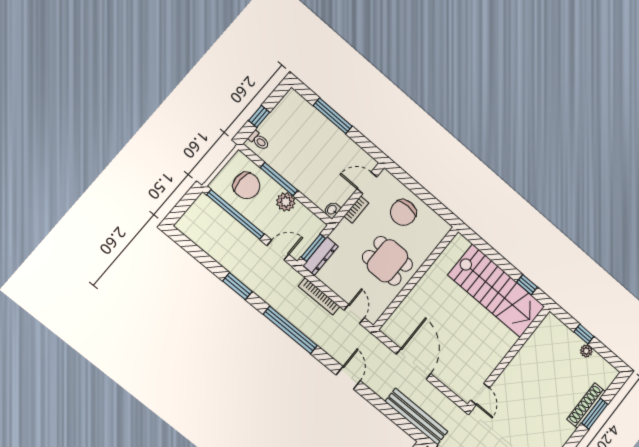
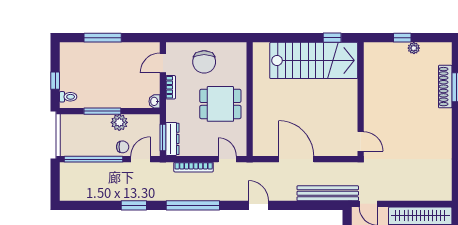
chair: (246, 186) -> (123, 147), moved, width x0.54, depth x0.54

